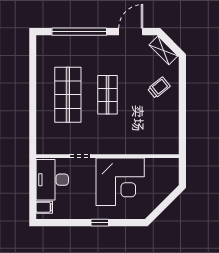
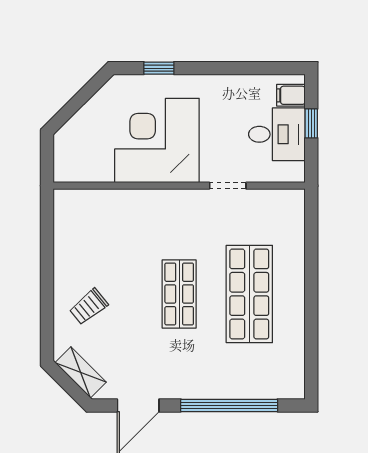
desk: (52, 180) -> (277, 134), width x0.73
window: (33, 191) -> (311, 123), added
window: (100, 223) -> (159, 68), moved

